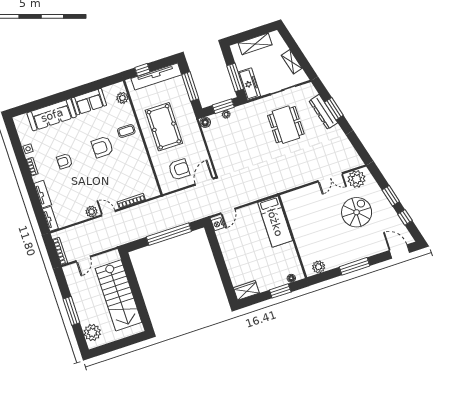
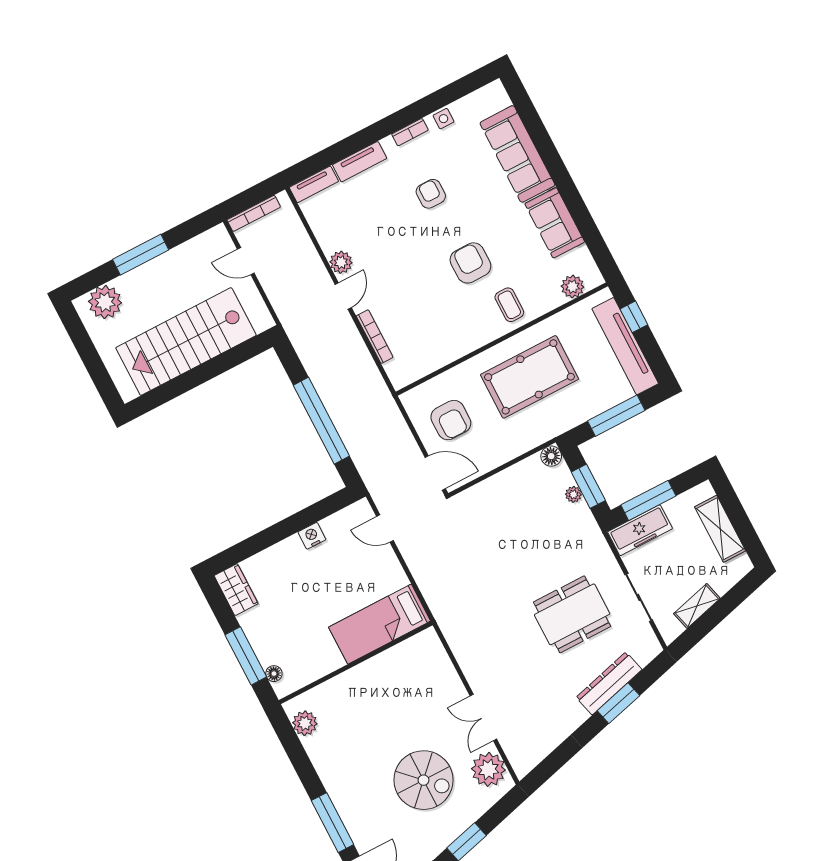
nightstand: (218, 224) -> (312, 536), moved
window: (355, 266) -> (333, 823), moved
window: (280, 291) -> (246, 656), width x1.44

